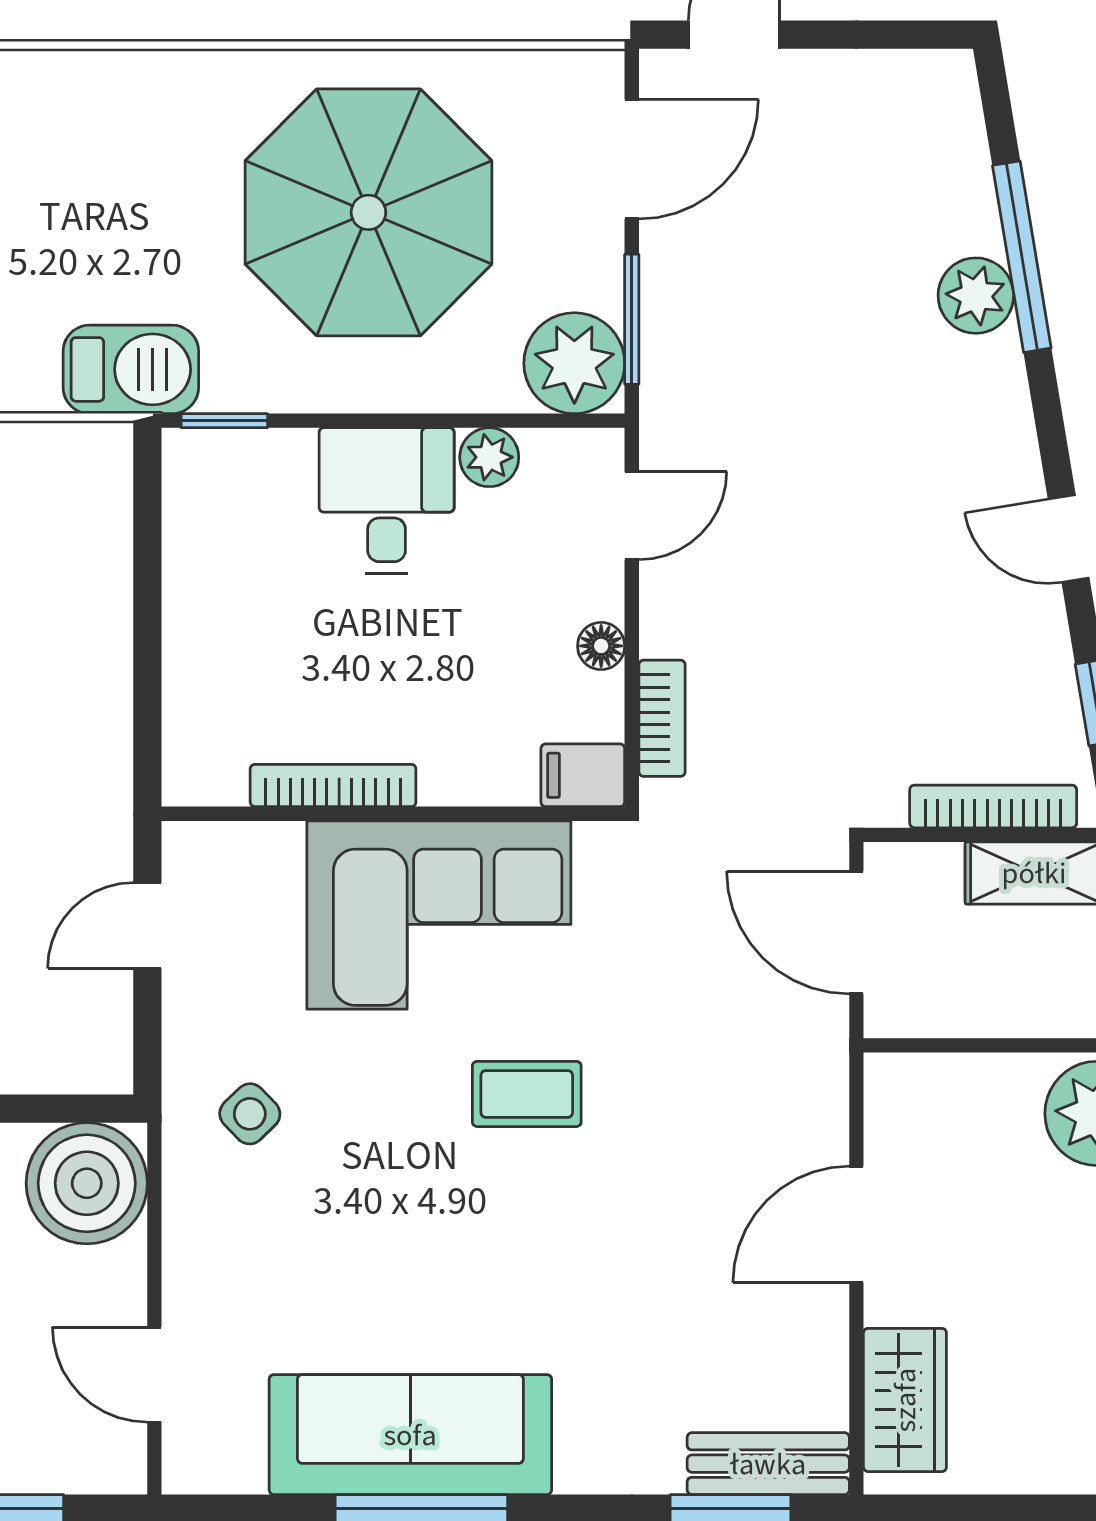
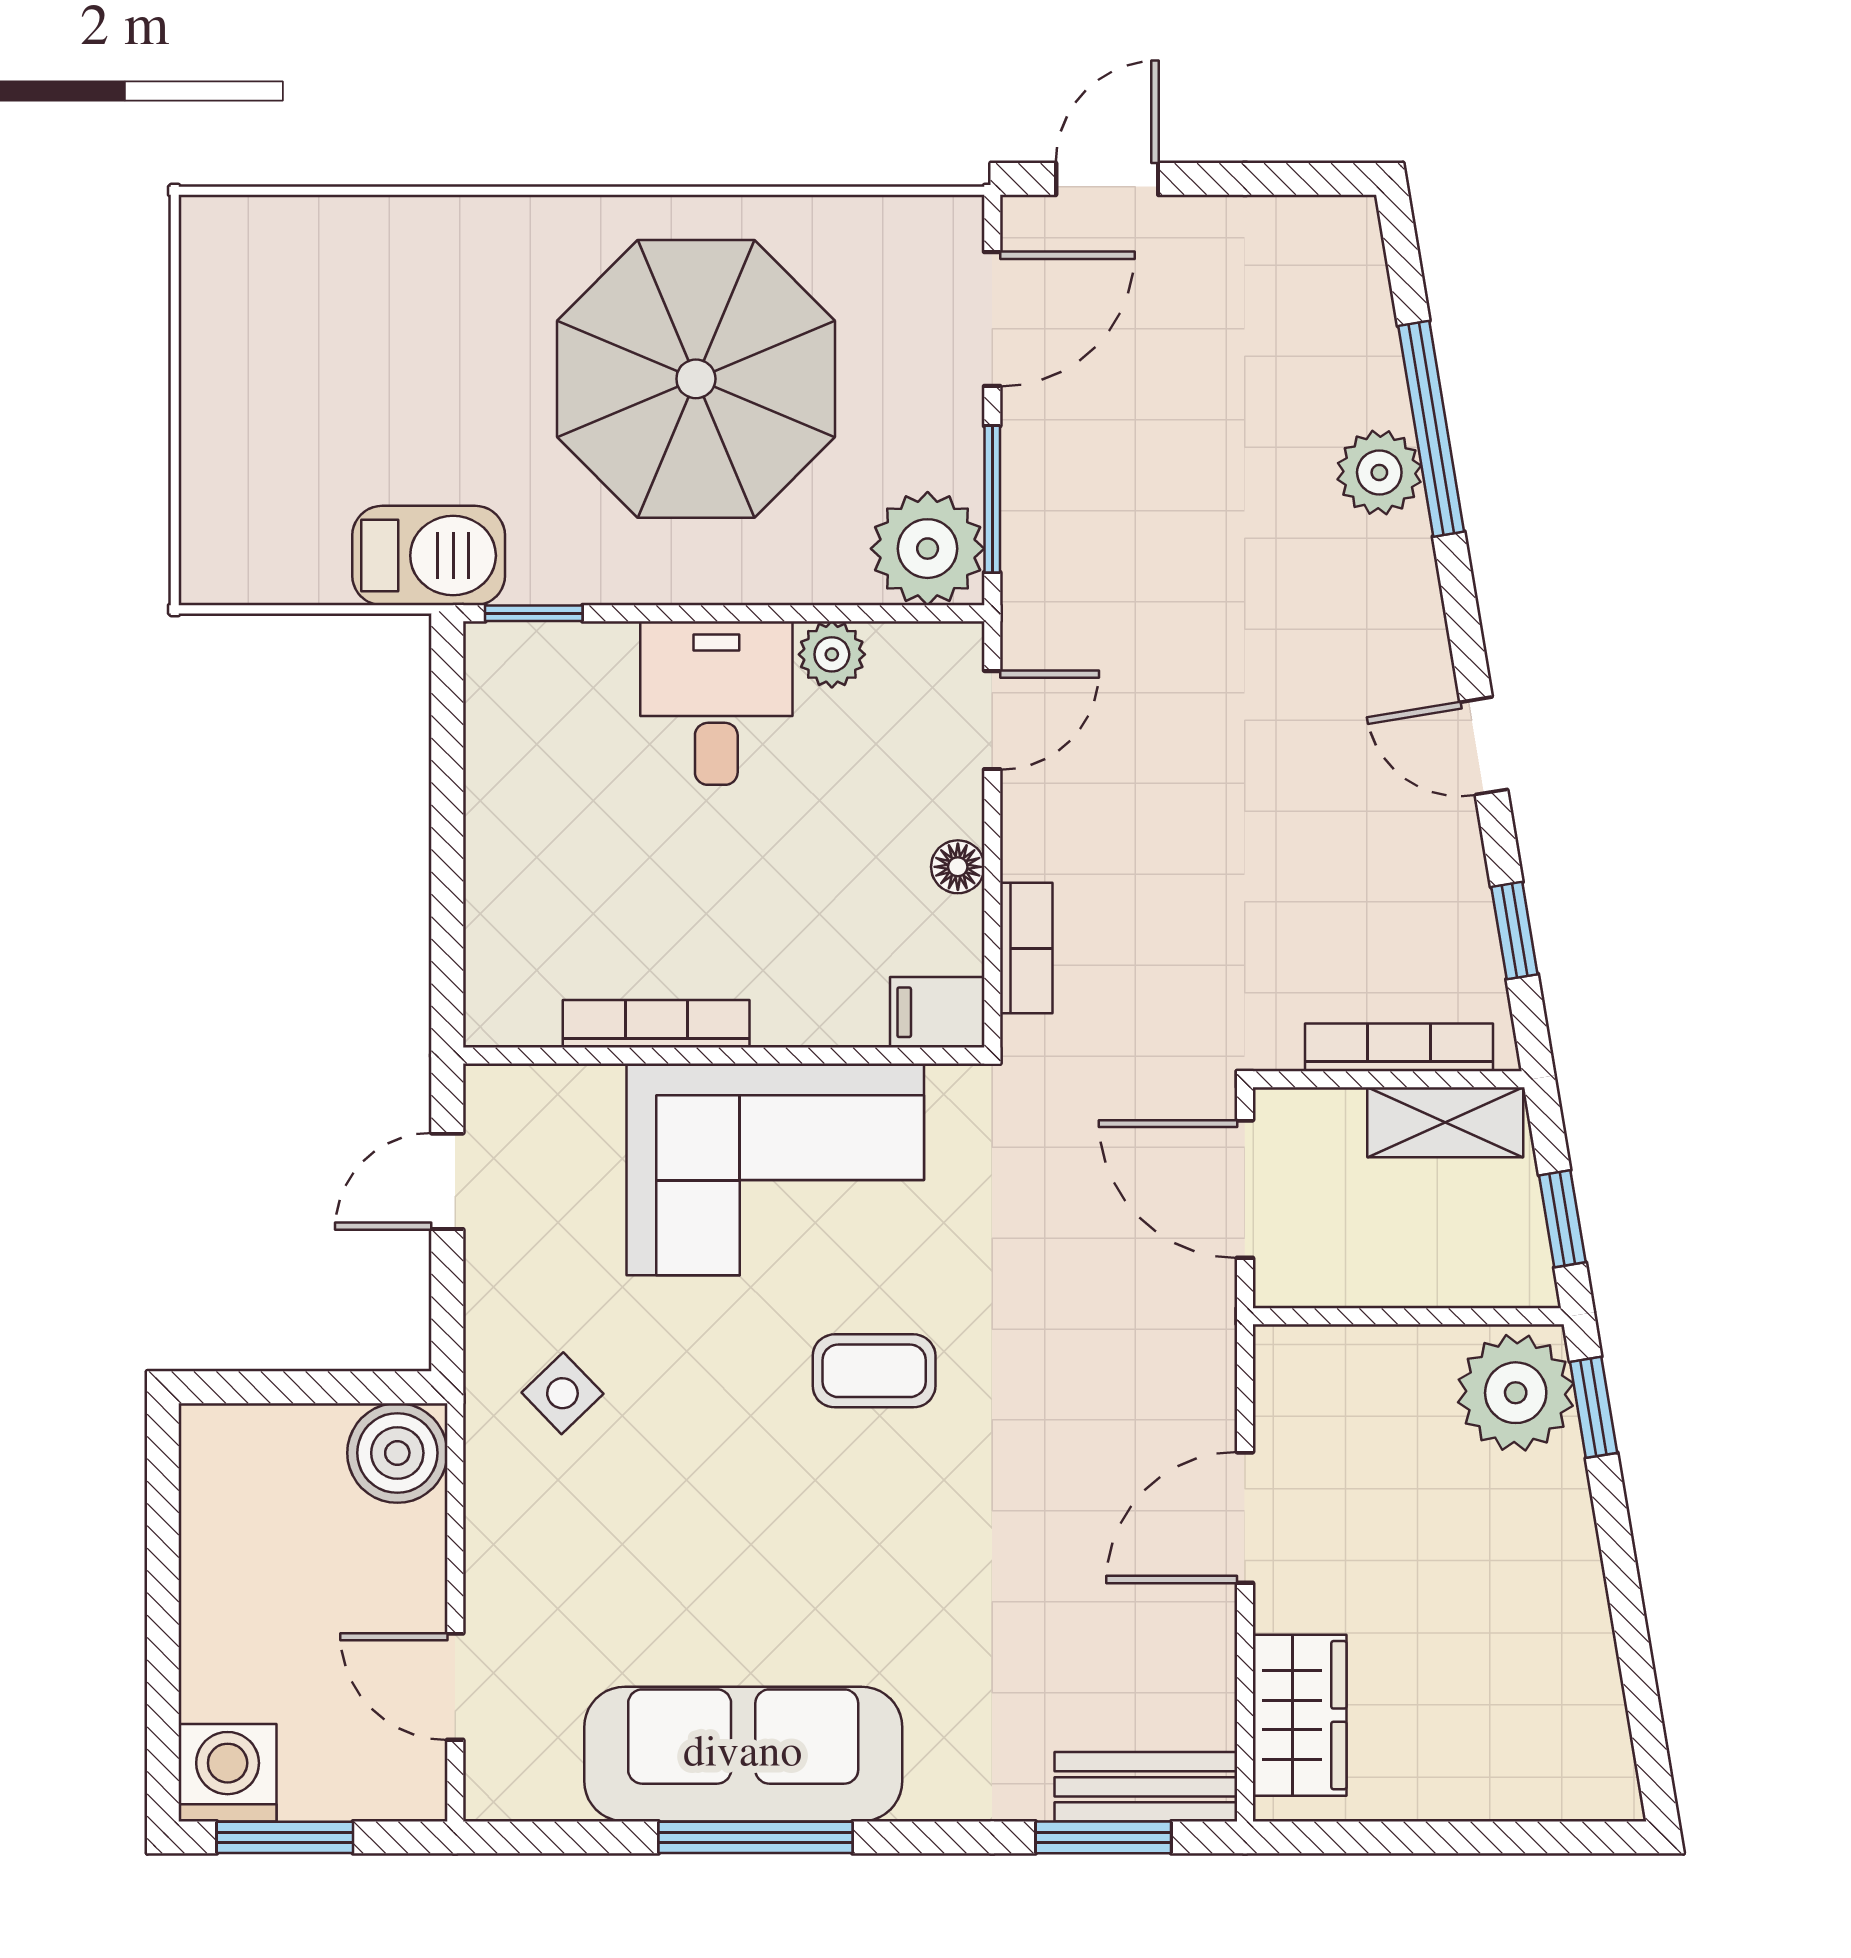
boiler: (87, 1183) -> (397, 1453), width x0.73, depth x0.73

